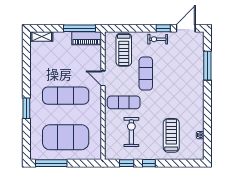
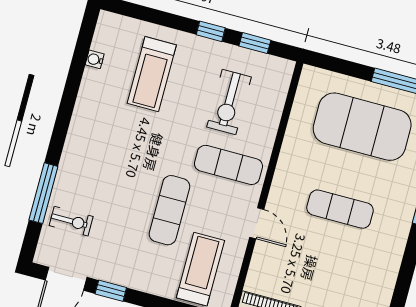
exercise bike: (158, 39) -> (71, 221), moved
exercise mat: (66, 96) -> (340, 209), width x0.73, depth x0.69

